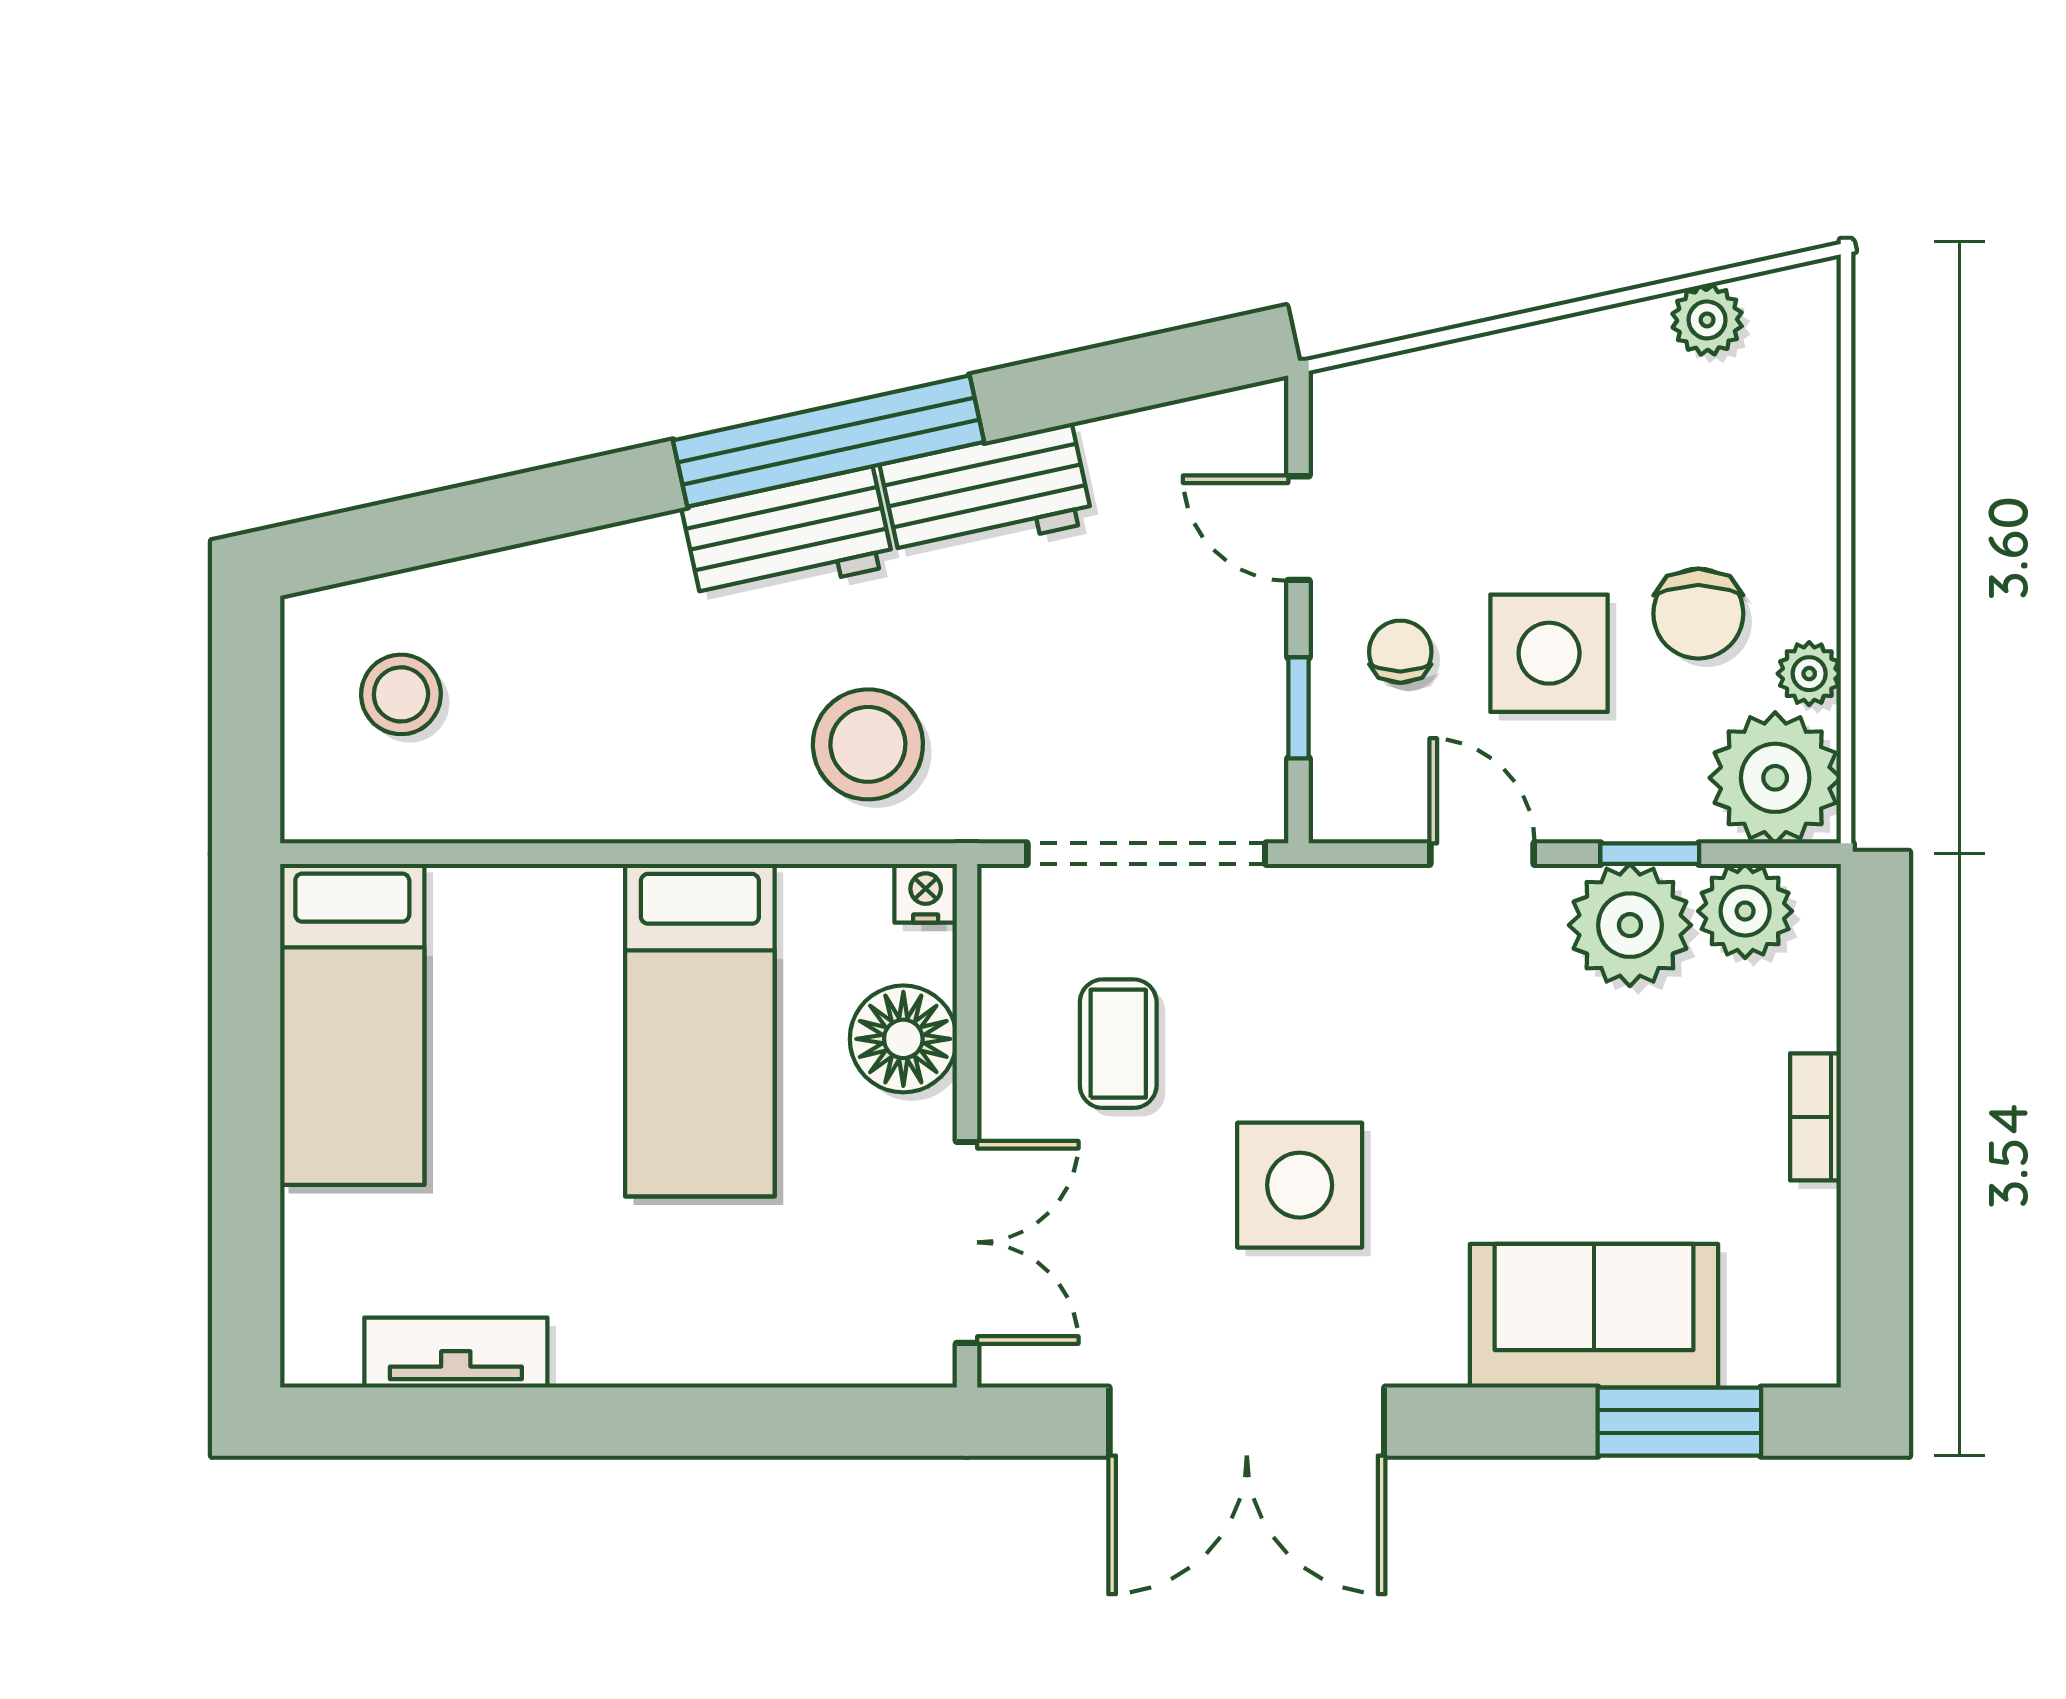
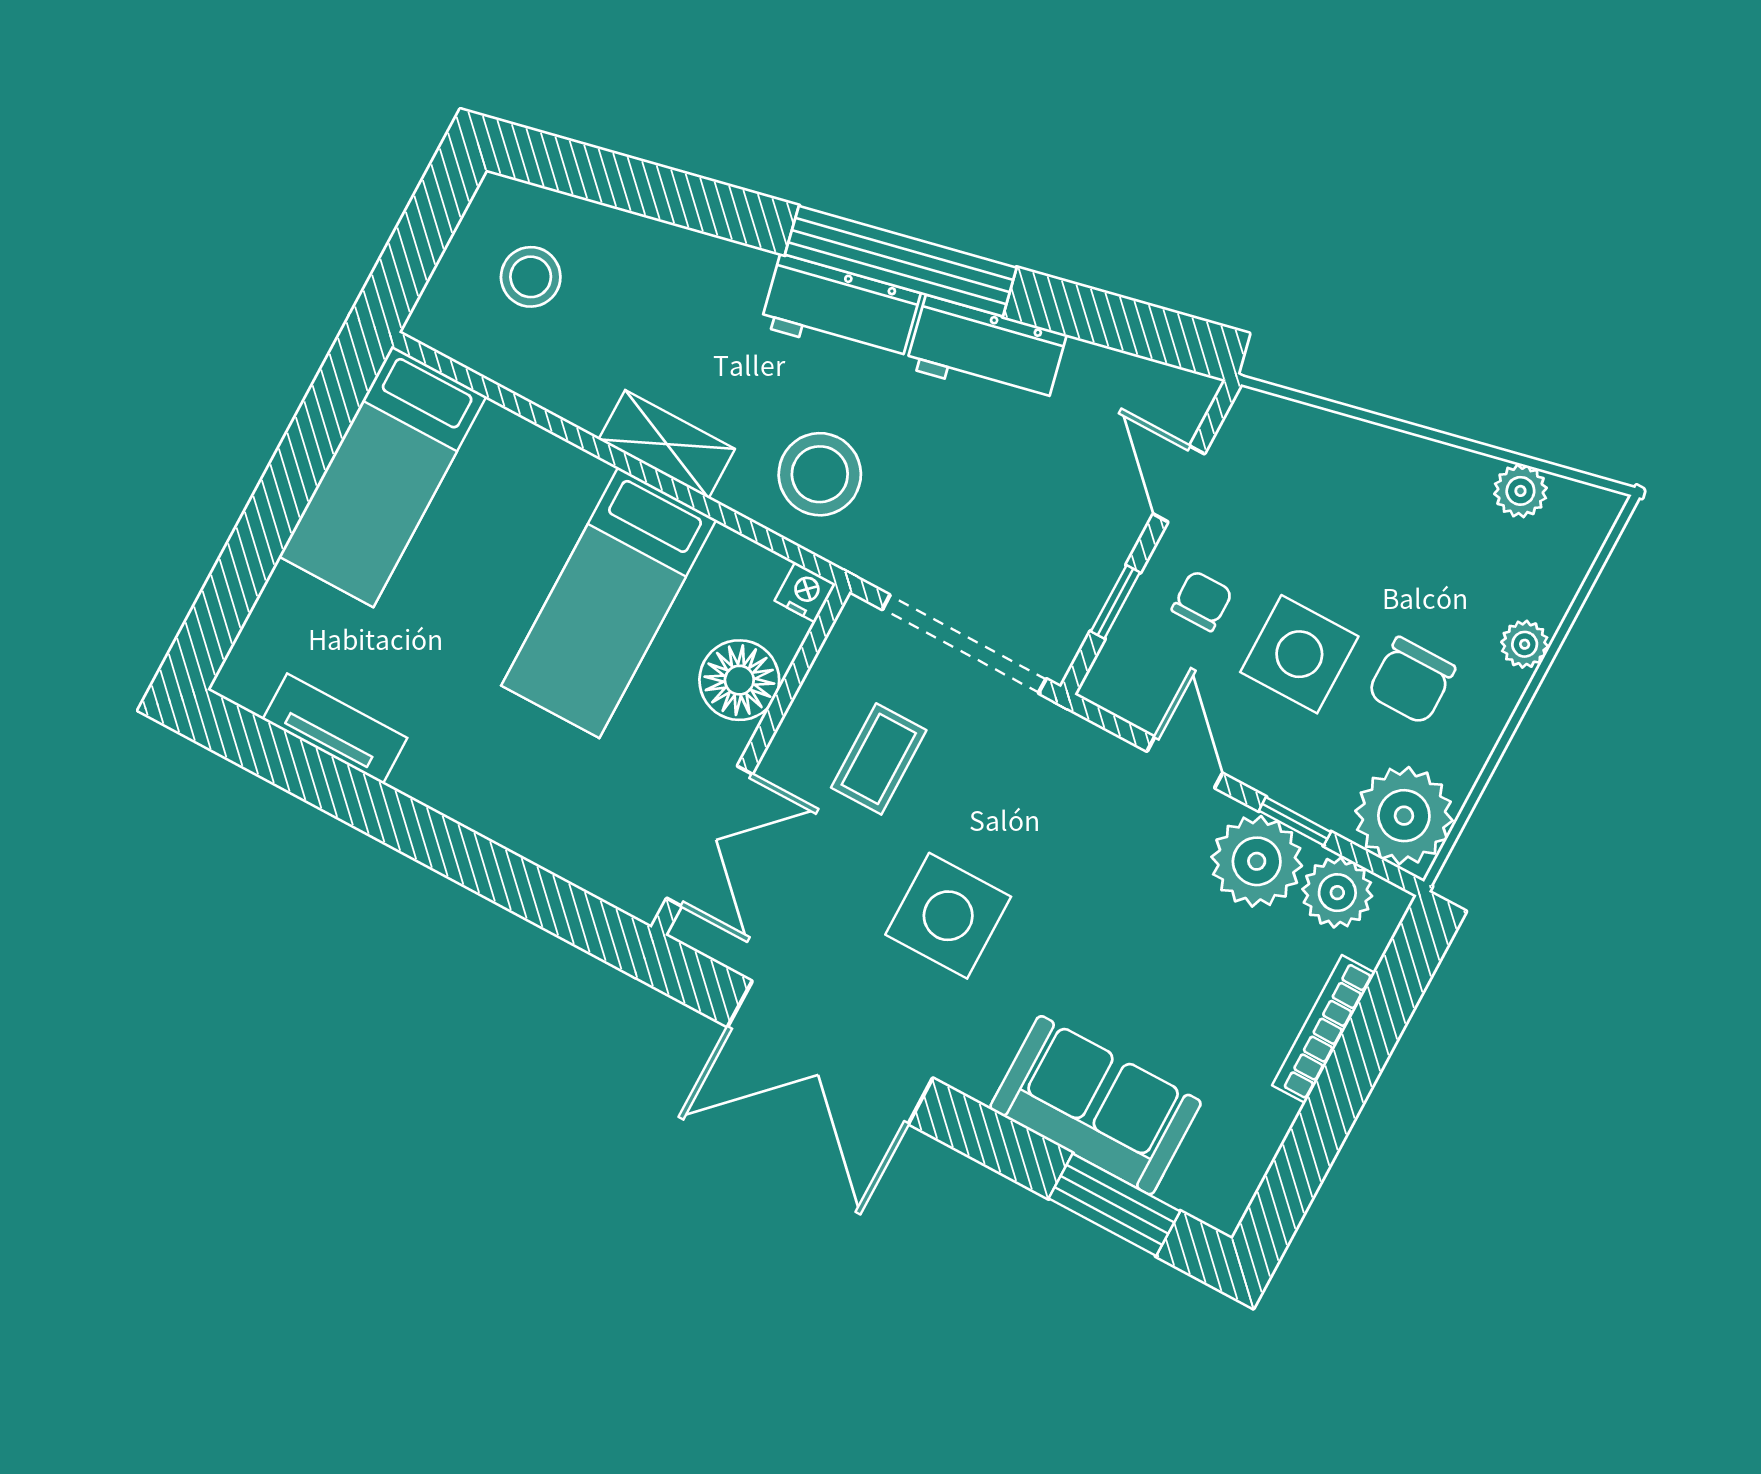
plant: (1809, 674) -> (1525, 644), moved
shelving: (668, 806) -> (667, 444), added
bookcase: (1815, 1117) -> (1324, 1029), width x1.56

